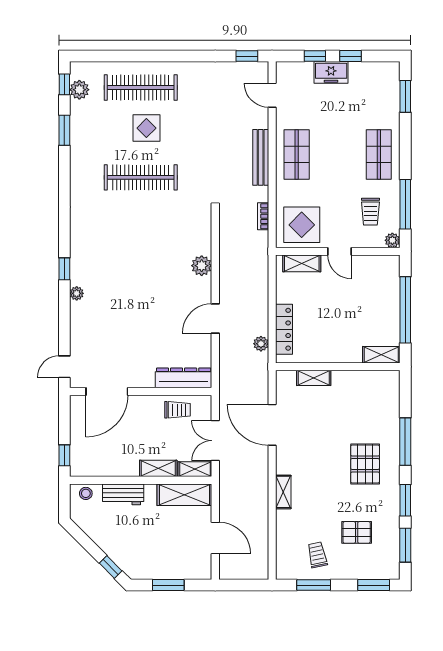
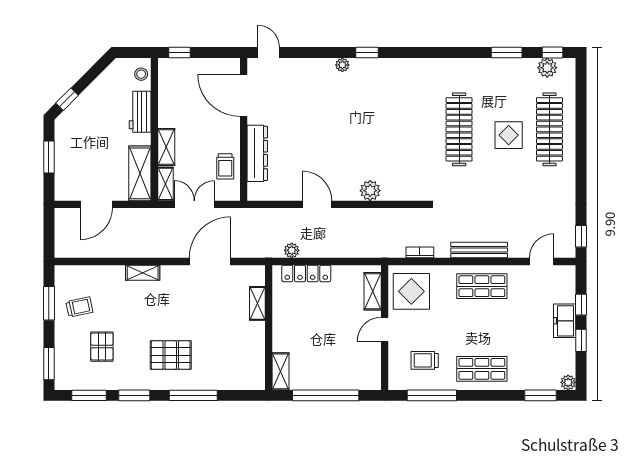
plant: (392, 240) -> (568, 382), moved
dresser: (184, 378) -> (257, 153), moved

